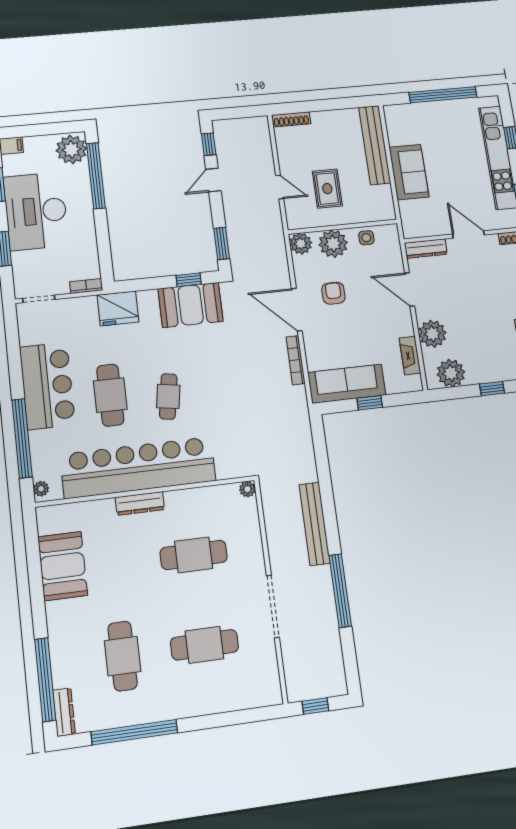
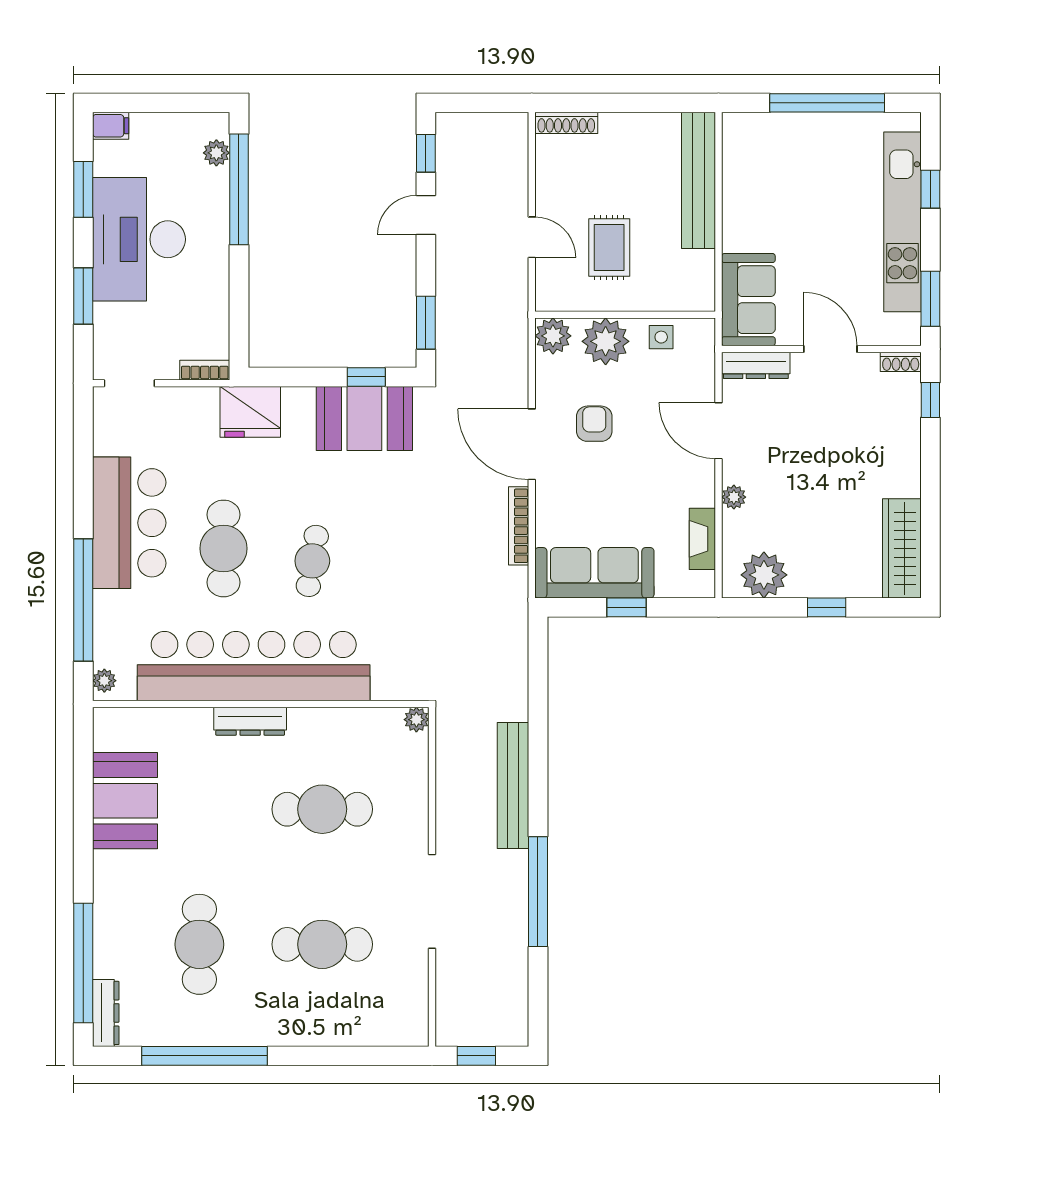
plant: (71, 149) -> (216, 153), width x0.53, depth x0.53
sofa: (409, 172) -> (748, 300), moved
plant: (432, 334) -> (734, 497), width x0.53, depth x0.53

